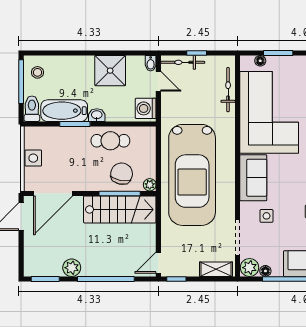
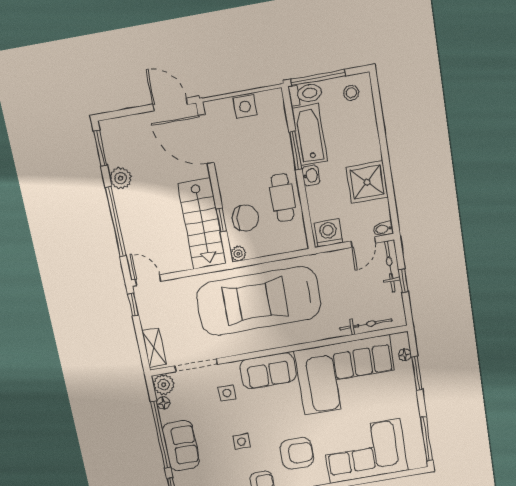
window: (21, 82) -> (318, 78), moved
window: (120, 193) -> (221, 220), width x0.46

